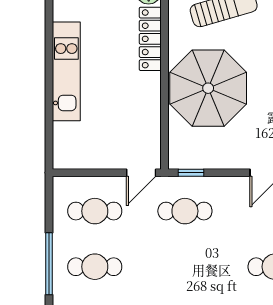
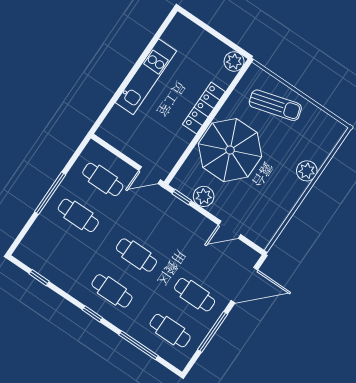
locker: (150, 39) -> (204, 108), moved
plant: (214, 156) -> (204, 196), added
cafe table: (185, 211) -> (136, 255), moved

